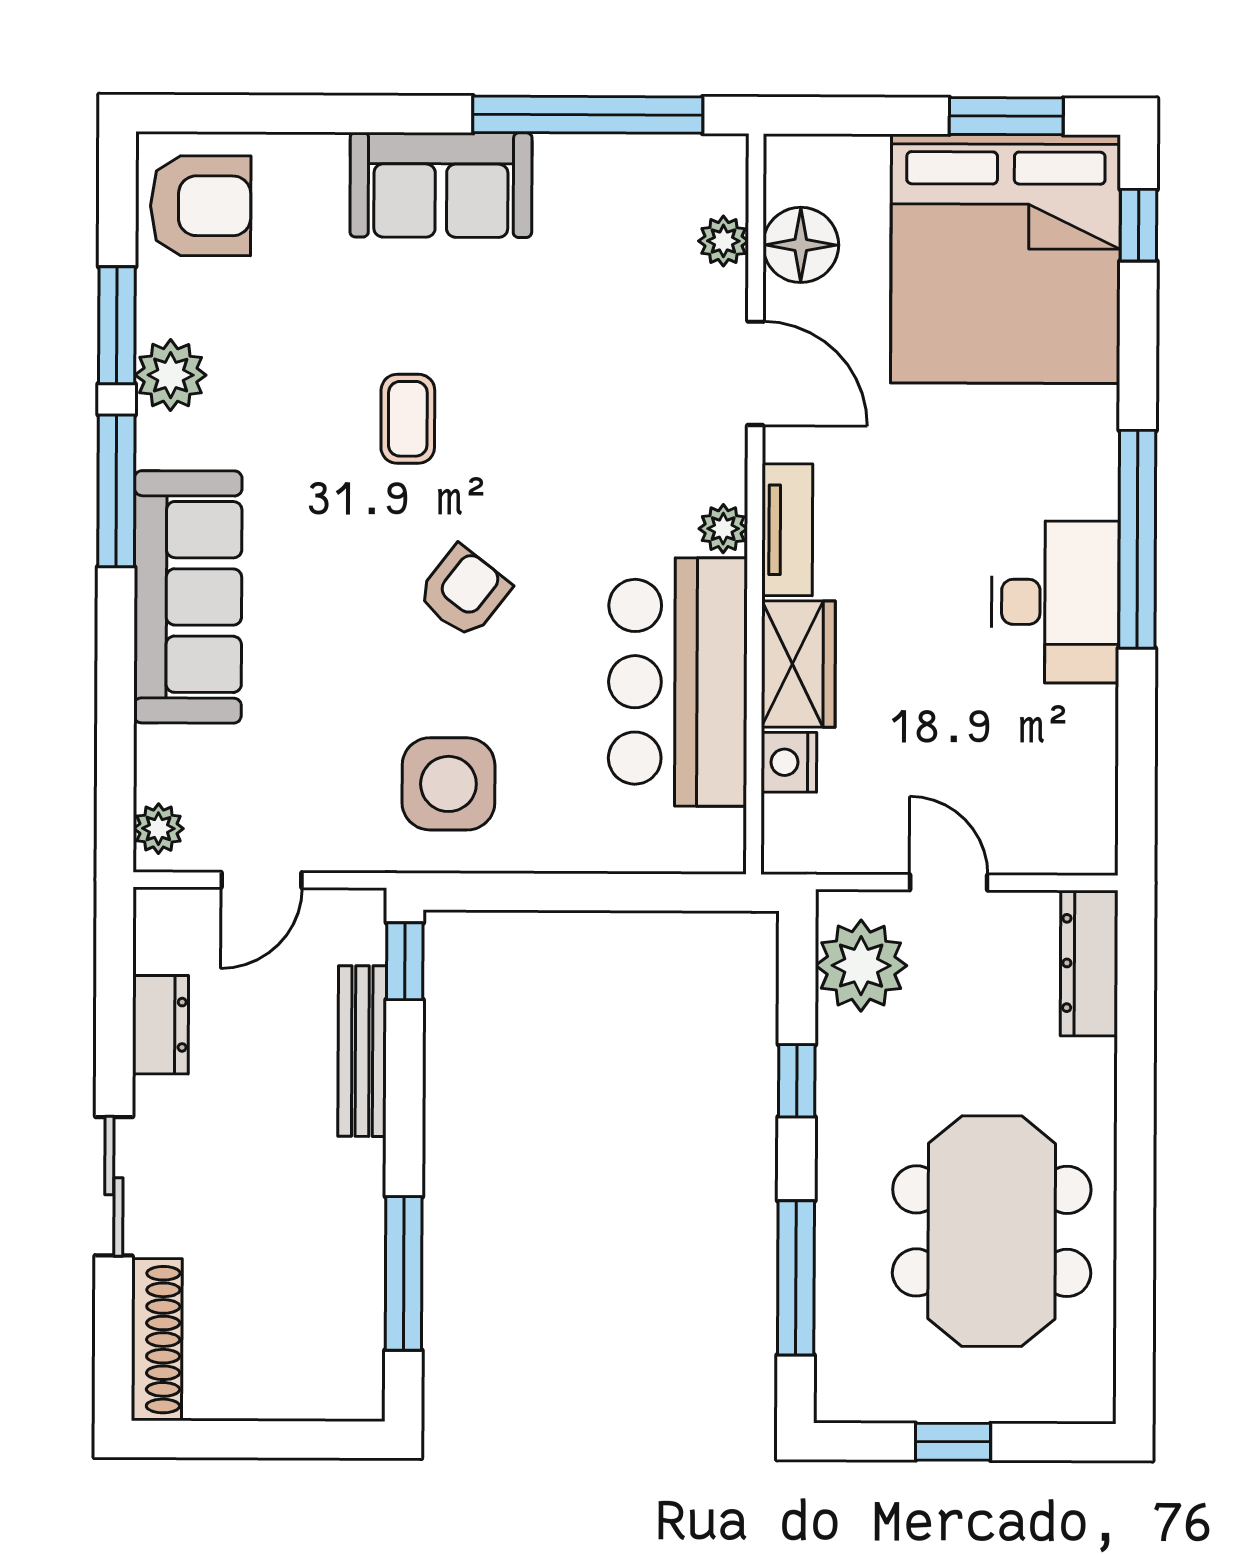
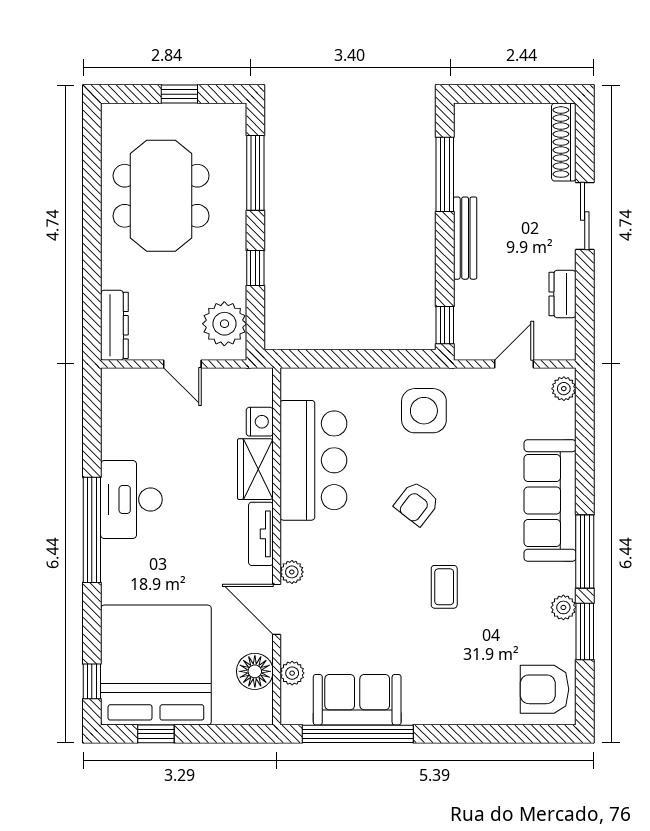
window: (1006, 116) -> (156, 734), width x0.67
sofa: (441, 185) -> (357, 700), moved
plant: (171, 375) -> (563, 607), width x0.73, depth x0.73
plant: (723, 529) -> (292, 572), moved
bench: (362, 1051) -> (465, 238), moved

